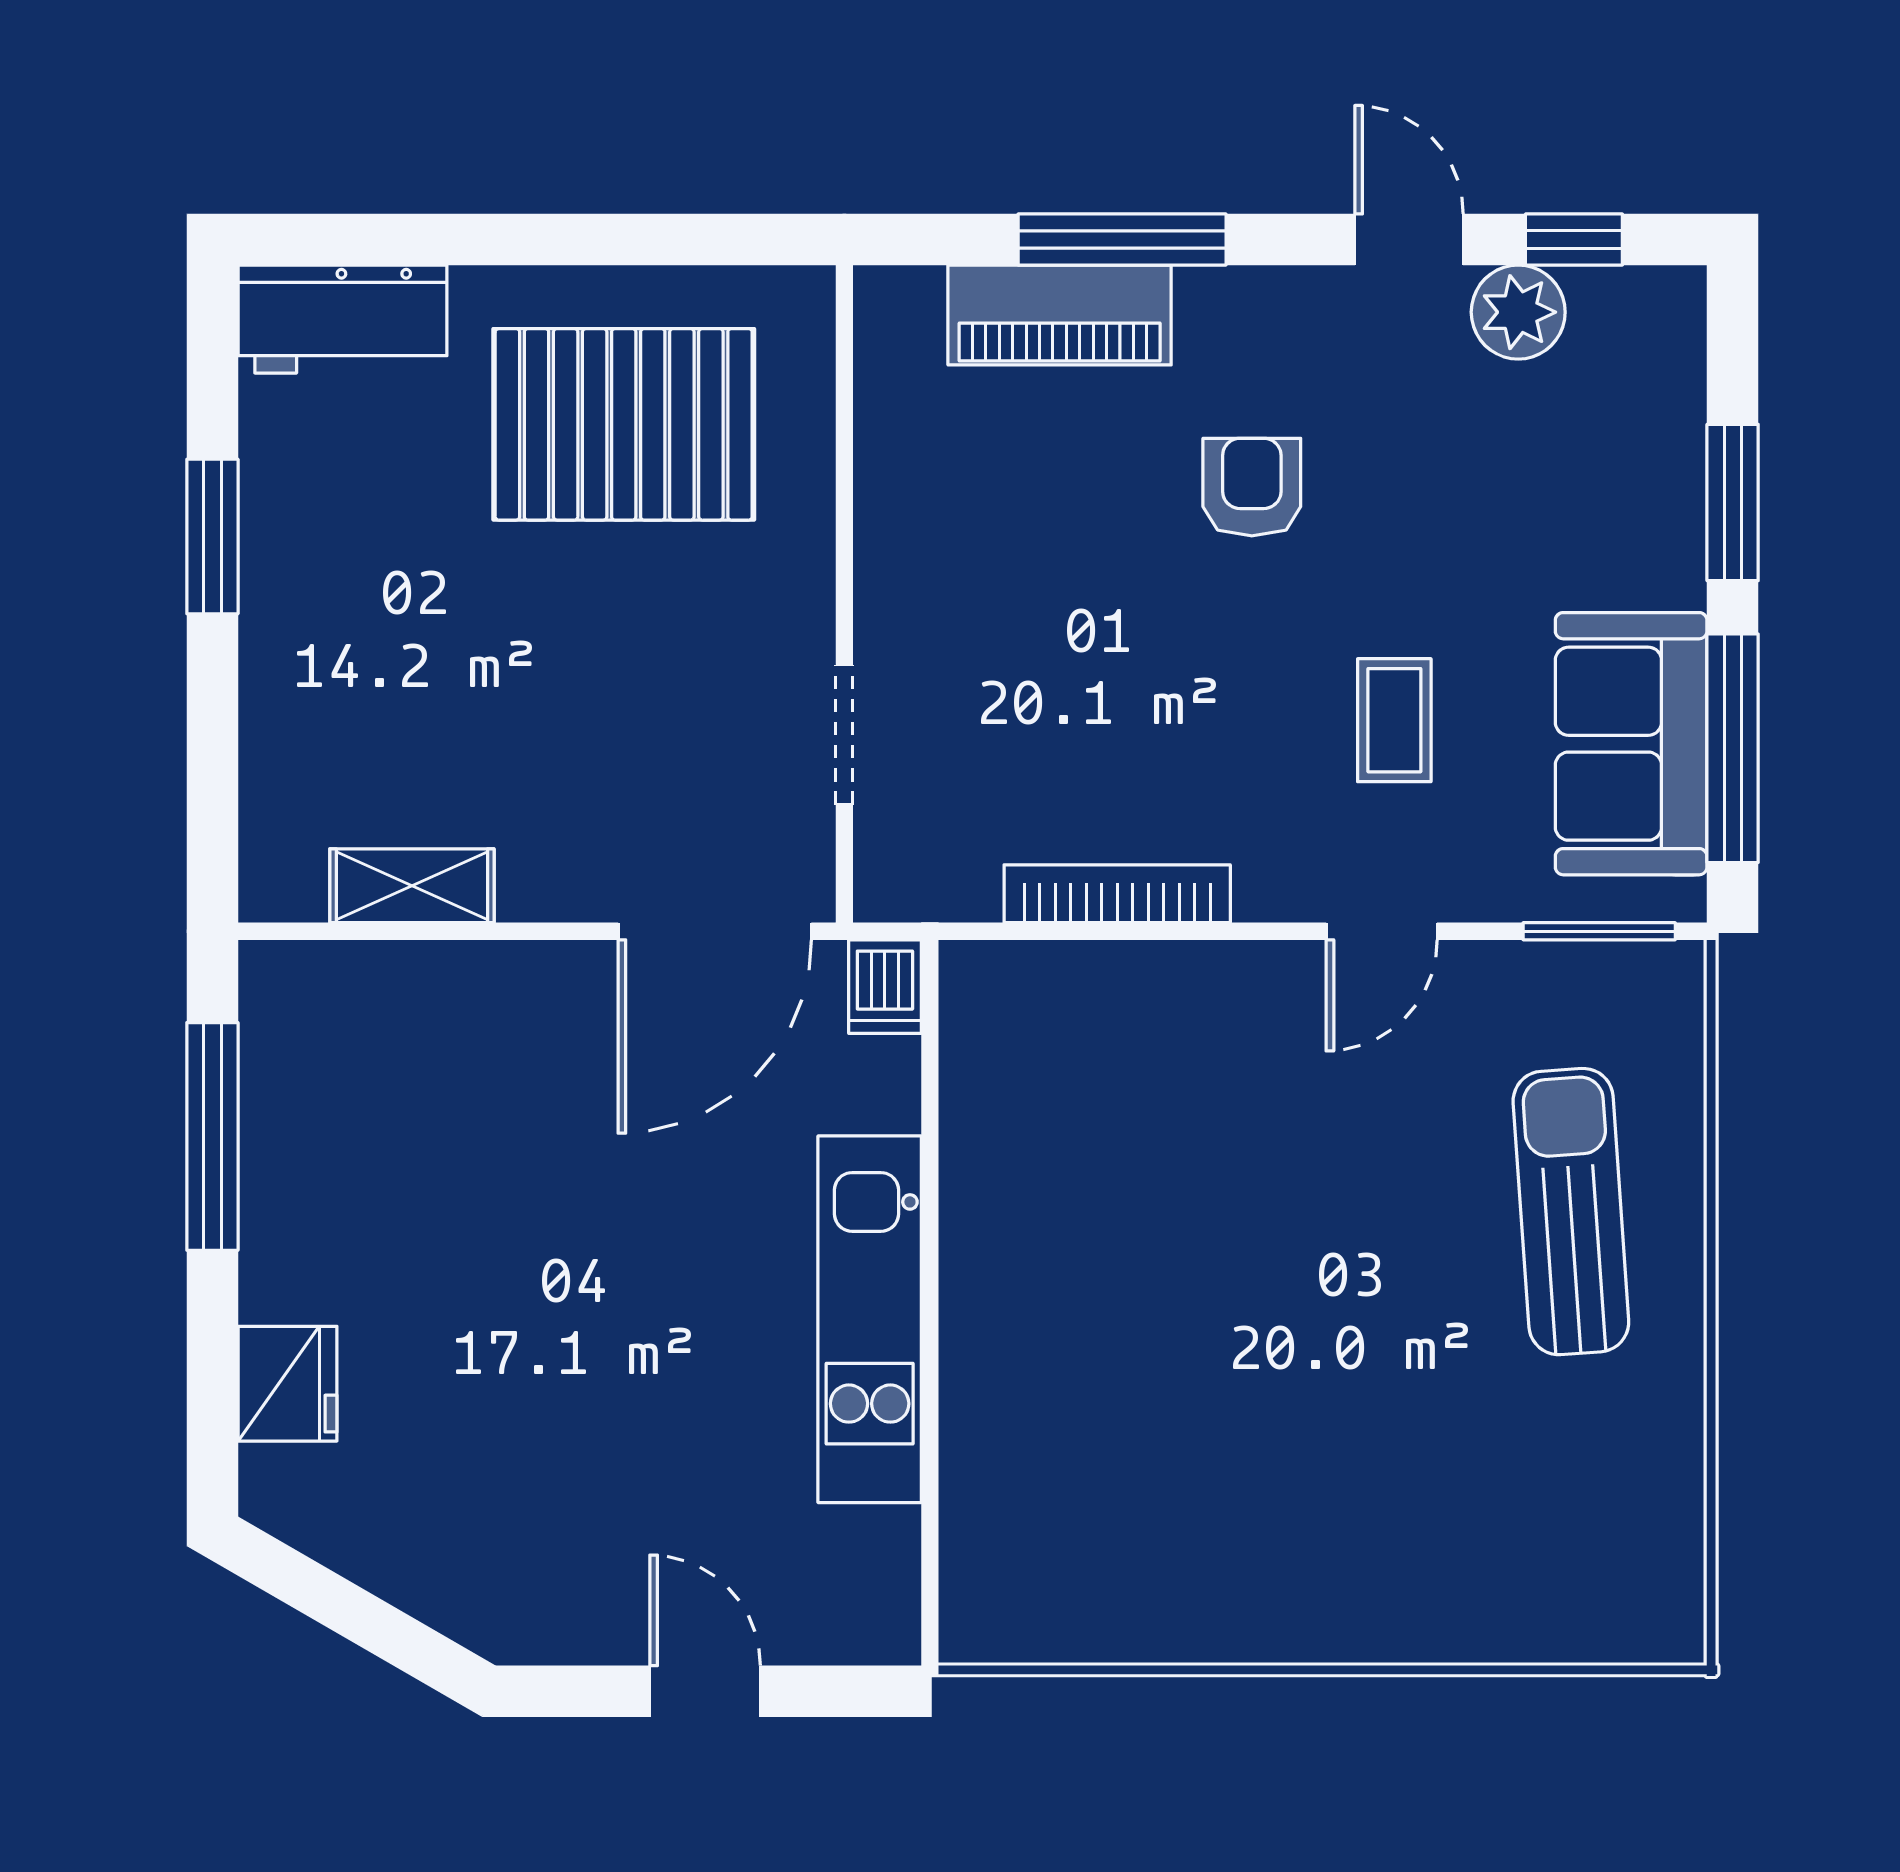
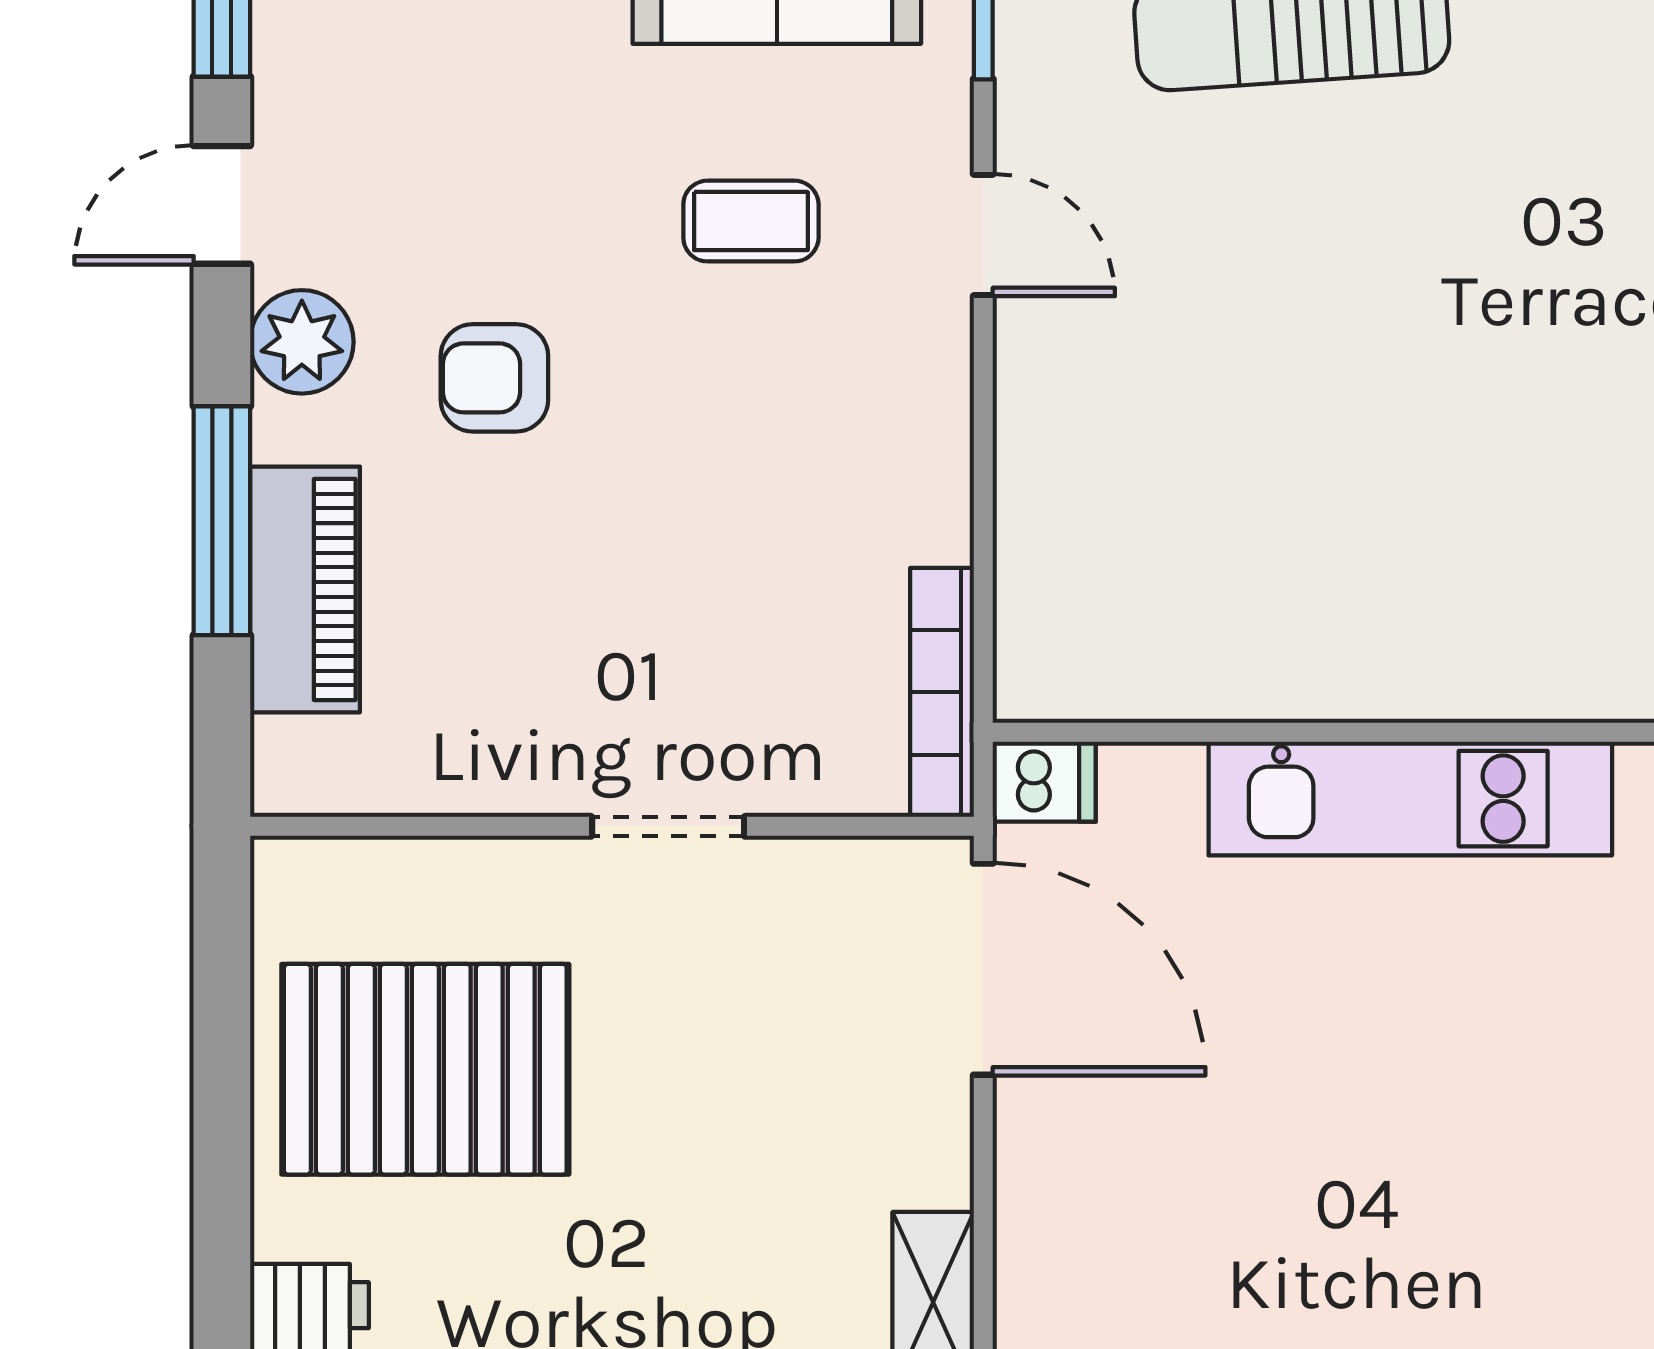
plant: (1518, 312) -> (302, 342), moved
pallet: (624, 424) -> (425, 1069), turned 90
doorway: (844, 735) -> (668, 826), moved
bookcase: (1117, 894) -> (942, 692), moved

